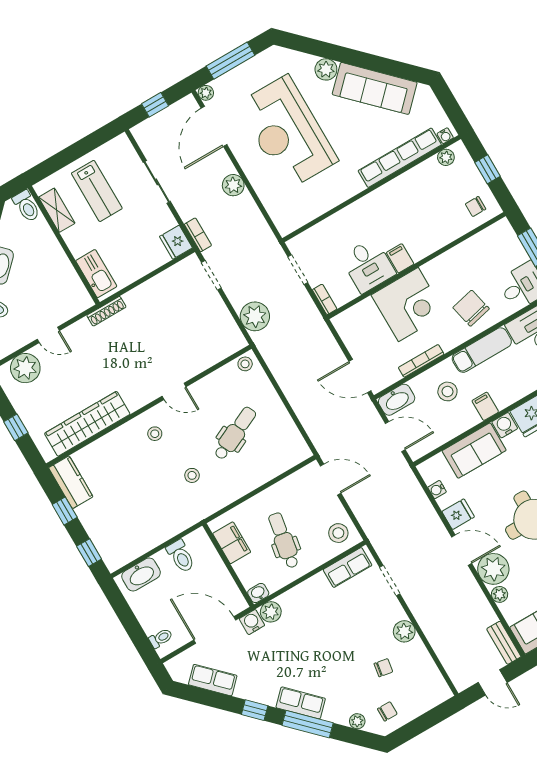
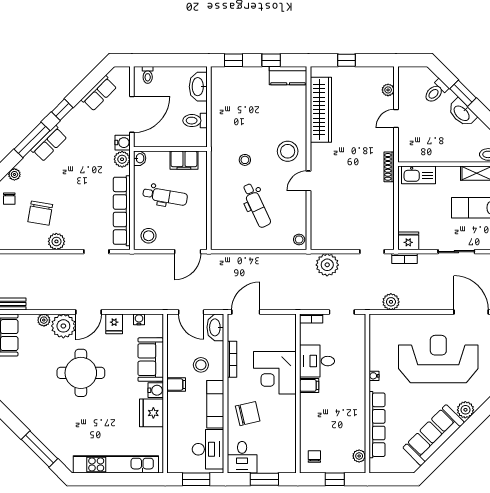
water cooler: (445, 136) -> (374, 376), moved
plant: (233, 185) -> (391, 302), moved
plant: (25, 368) -> (388, 90), width x0.53, depth x0.53
stool: (155, 434) -> (288, 151), width x1.89, depth x1.89
door: (395, 437) -> (191, 312), hinge flipped
row of seats: (348, 567) -> (122, 211), width x2.02
chair: (383, 668) -> (40, 213), width x1.87, depth x1.87

